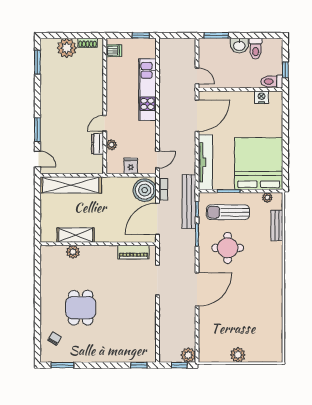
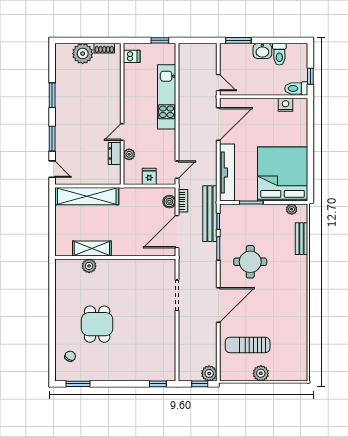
window: (37, 62) -> (52, 95), moved
boiler: (145, 190) -> (169, 202), width x0.54, depth x0.54
sun lounger: (228, 212) -> (248, 345), moved
piano: (133, 252) -> (152, 266), removed

